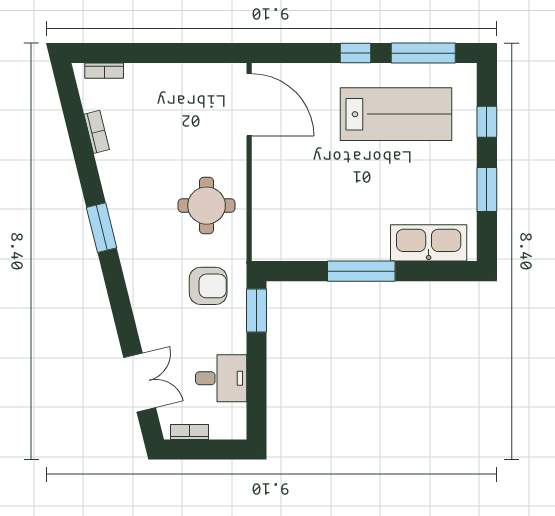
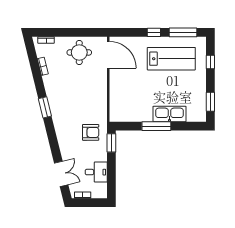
window: (487, 190) -> (210, 102), moved
round table: (207, 206) -> (79, 52), moved
kitchen sink: (429, 243) -> (170, 114), moved

